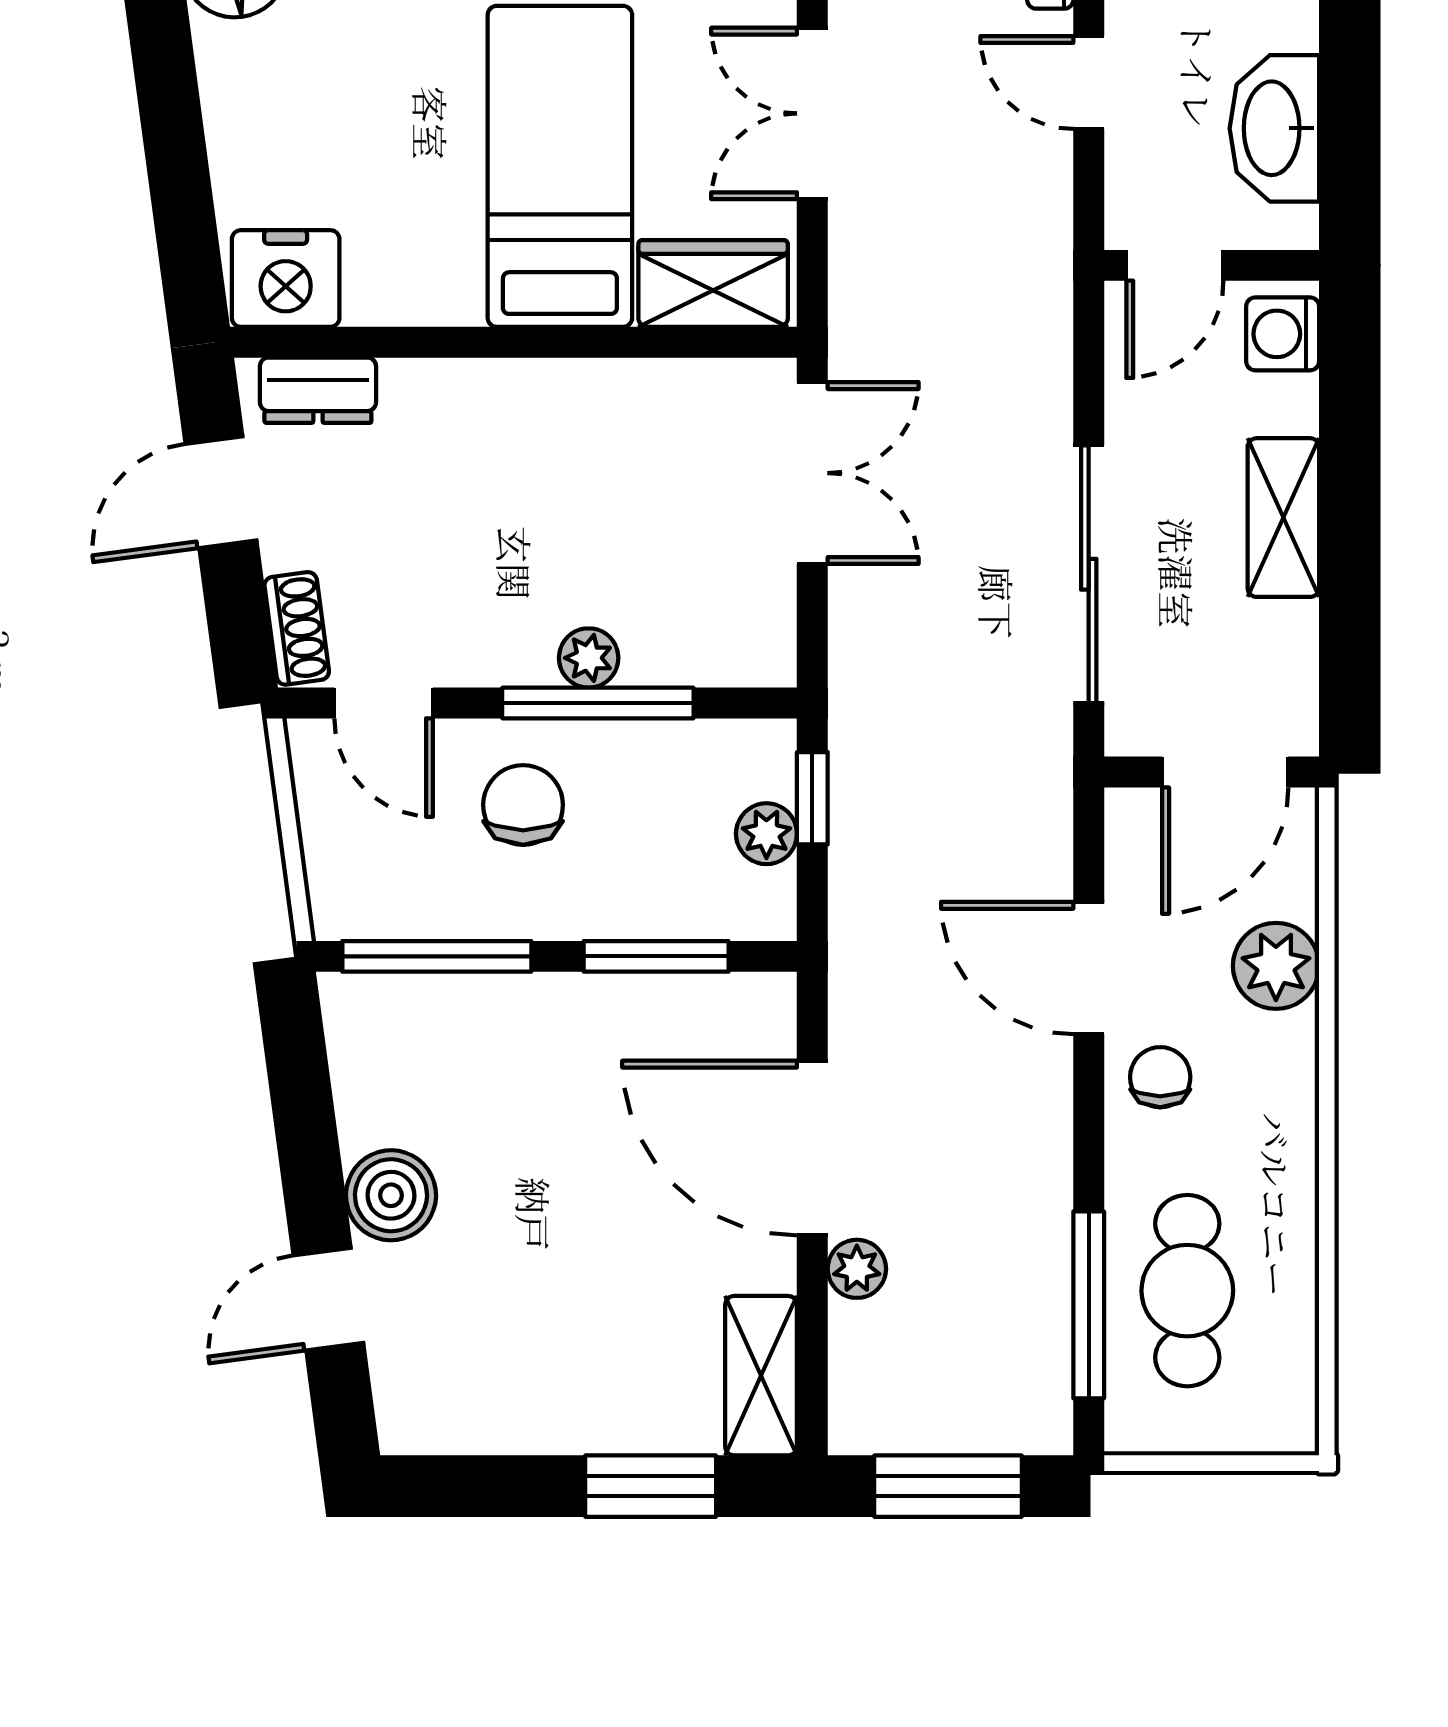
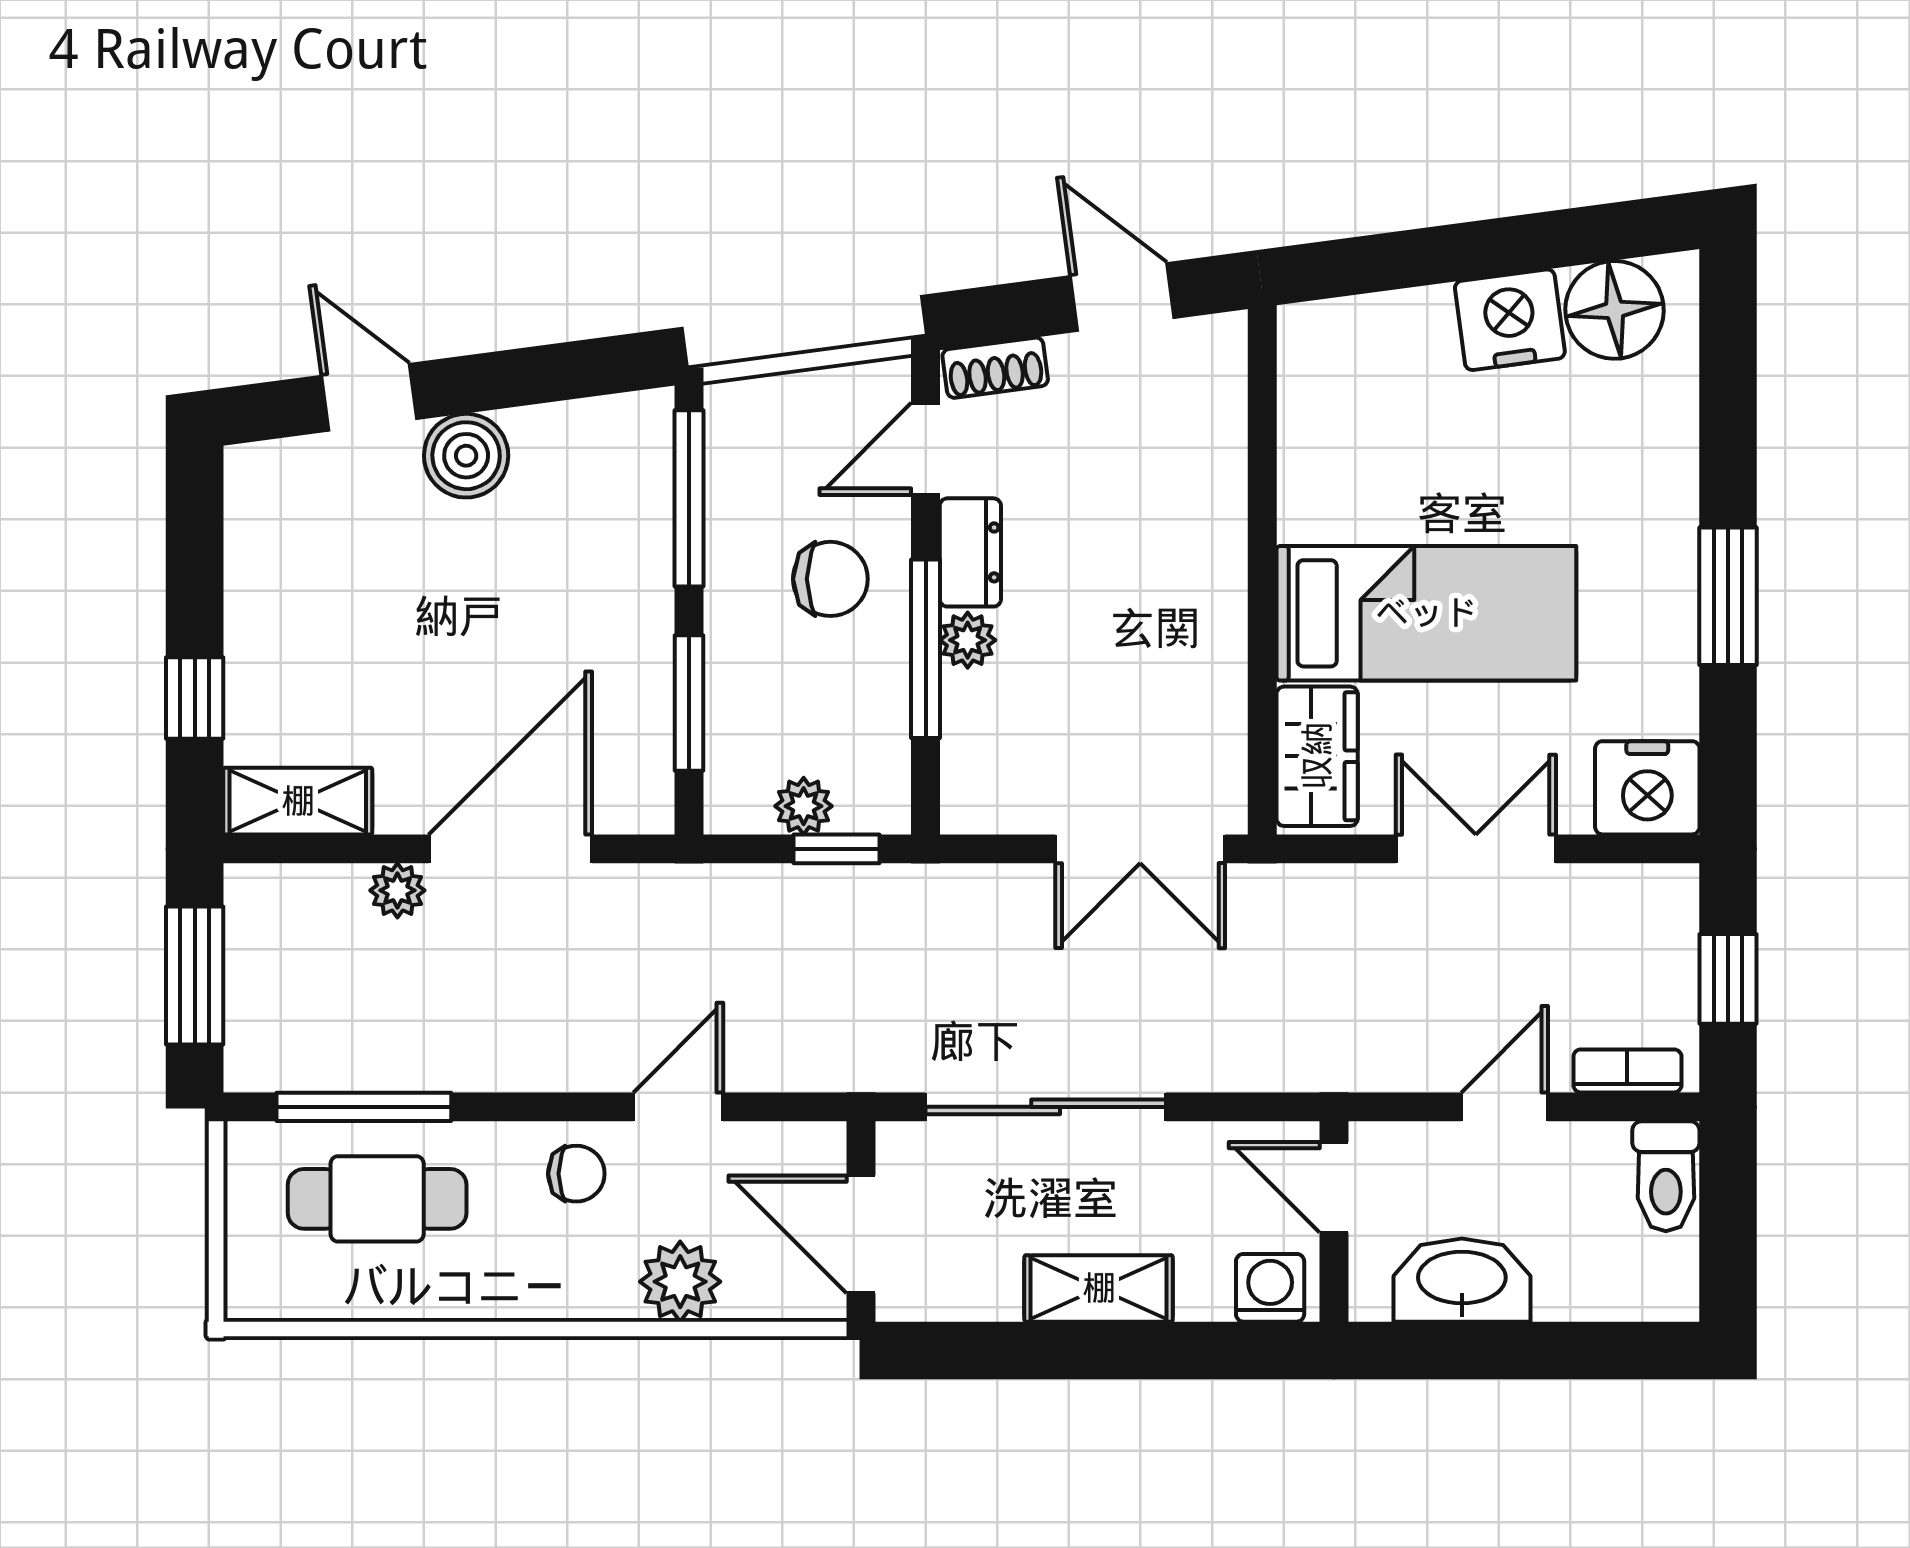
nightstand: (286, 279) -> (1510, 320), moved, turned 82
dresser: (318, 390) -> (970, 552), moved, turned 180
door: (1089, 968) -> (678, 1107), width x0.73
window: (651, 1486) -> (195, 698), width x0.67

